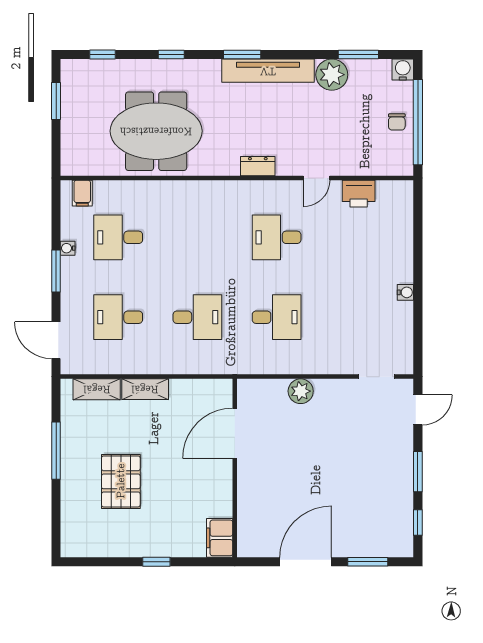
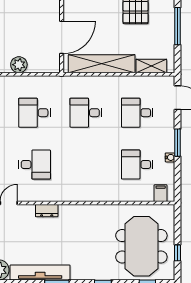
window: (56, 101) -> (178, 253), width x0.67
meeting table: (156, 131) -> (141, 246), moved, turned 90
desk: (118, 237) -> (137, 165), turned 180
desk: (118, 317) -> (137, 113), turned 180
shelving: (145, 389) -> (102, 64), width x2.20, depth x1.33

